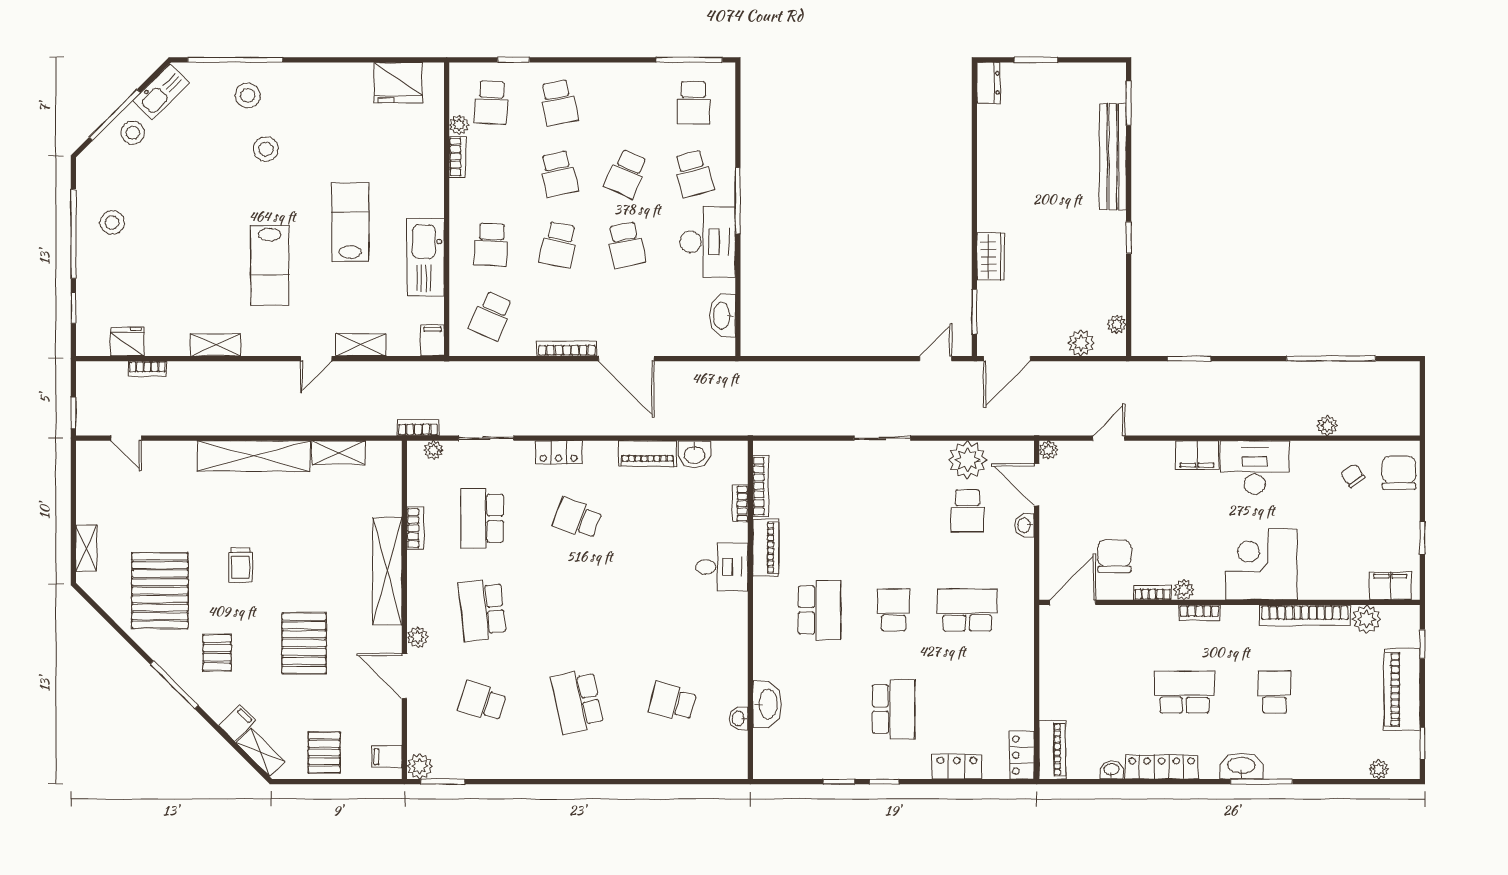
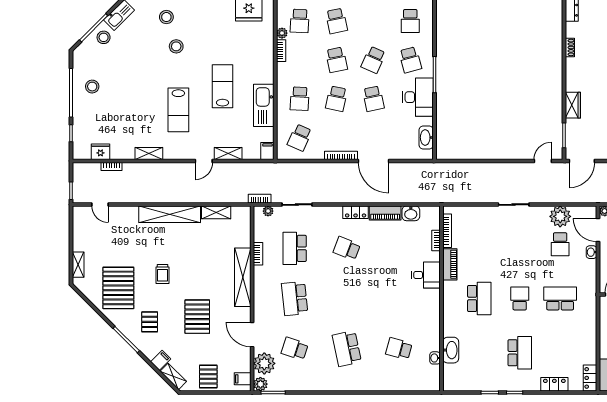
shoe rack: (985, 151) -> (570, 47), added
locker: (559, 452) -> (356, 212), moved
plant: (417, 637) -> (264, 363), moved, width x1.88, depth x1.88

